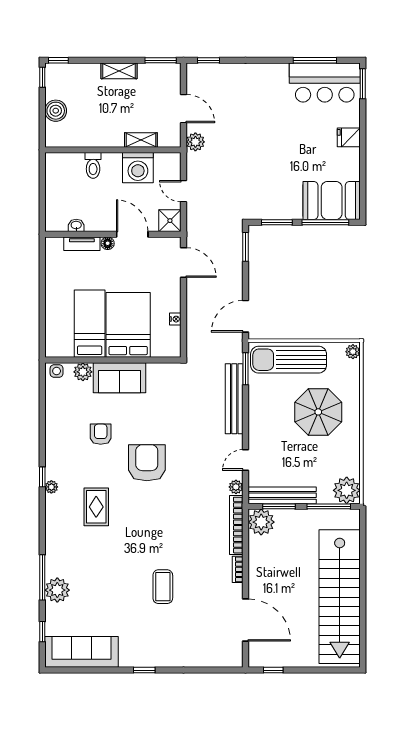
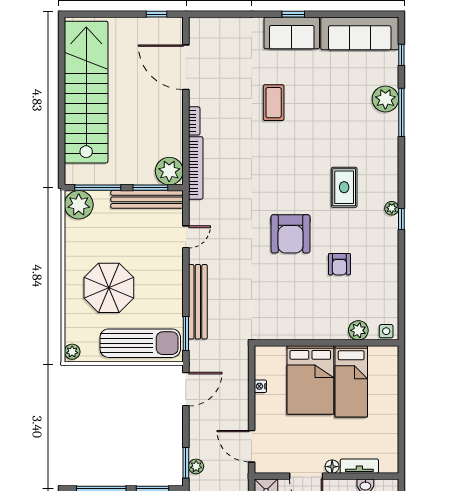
sofa: (120, 378) -> (292, 33), moved, turned 180
plant: (236, 487) -> (196, 466), moved

